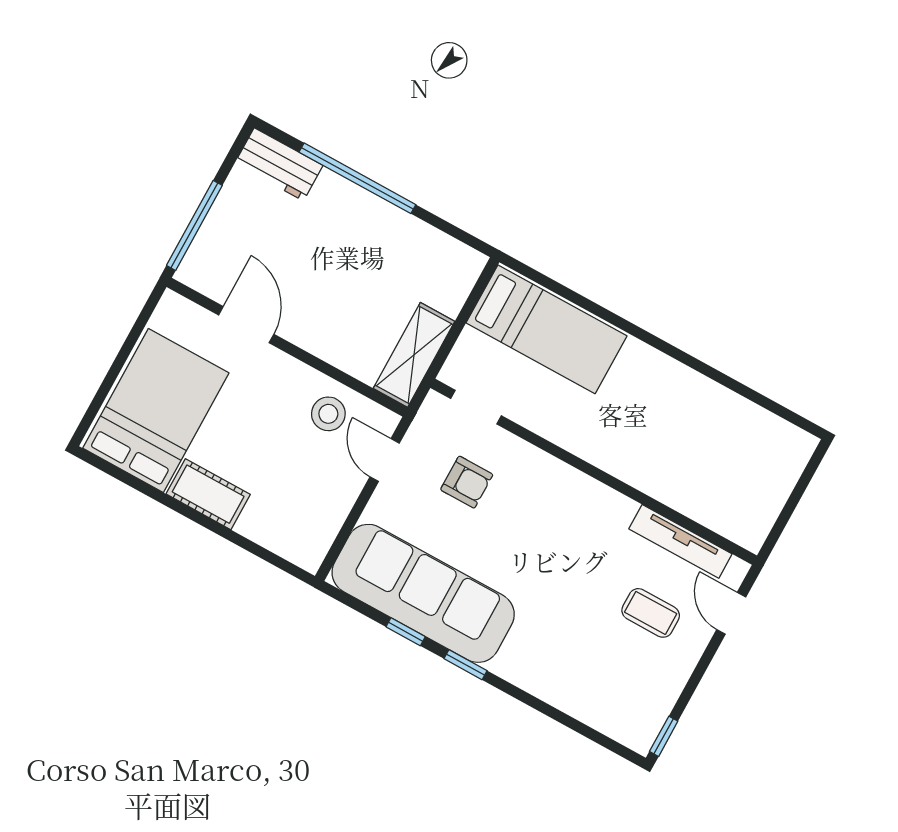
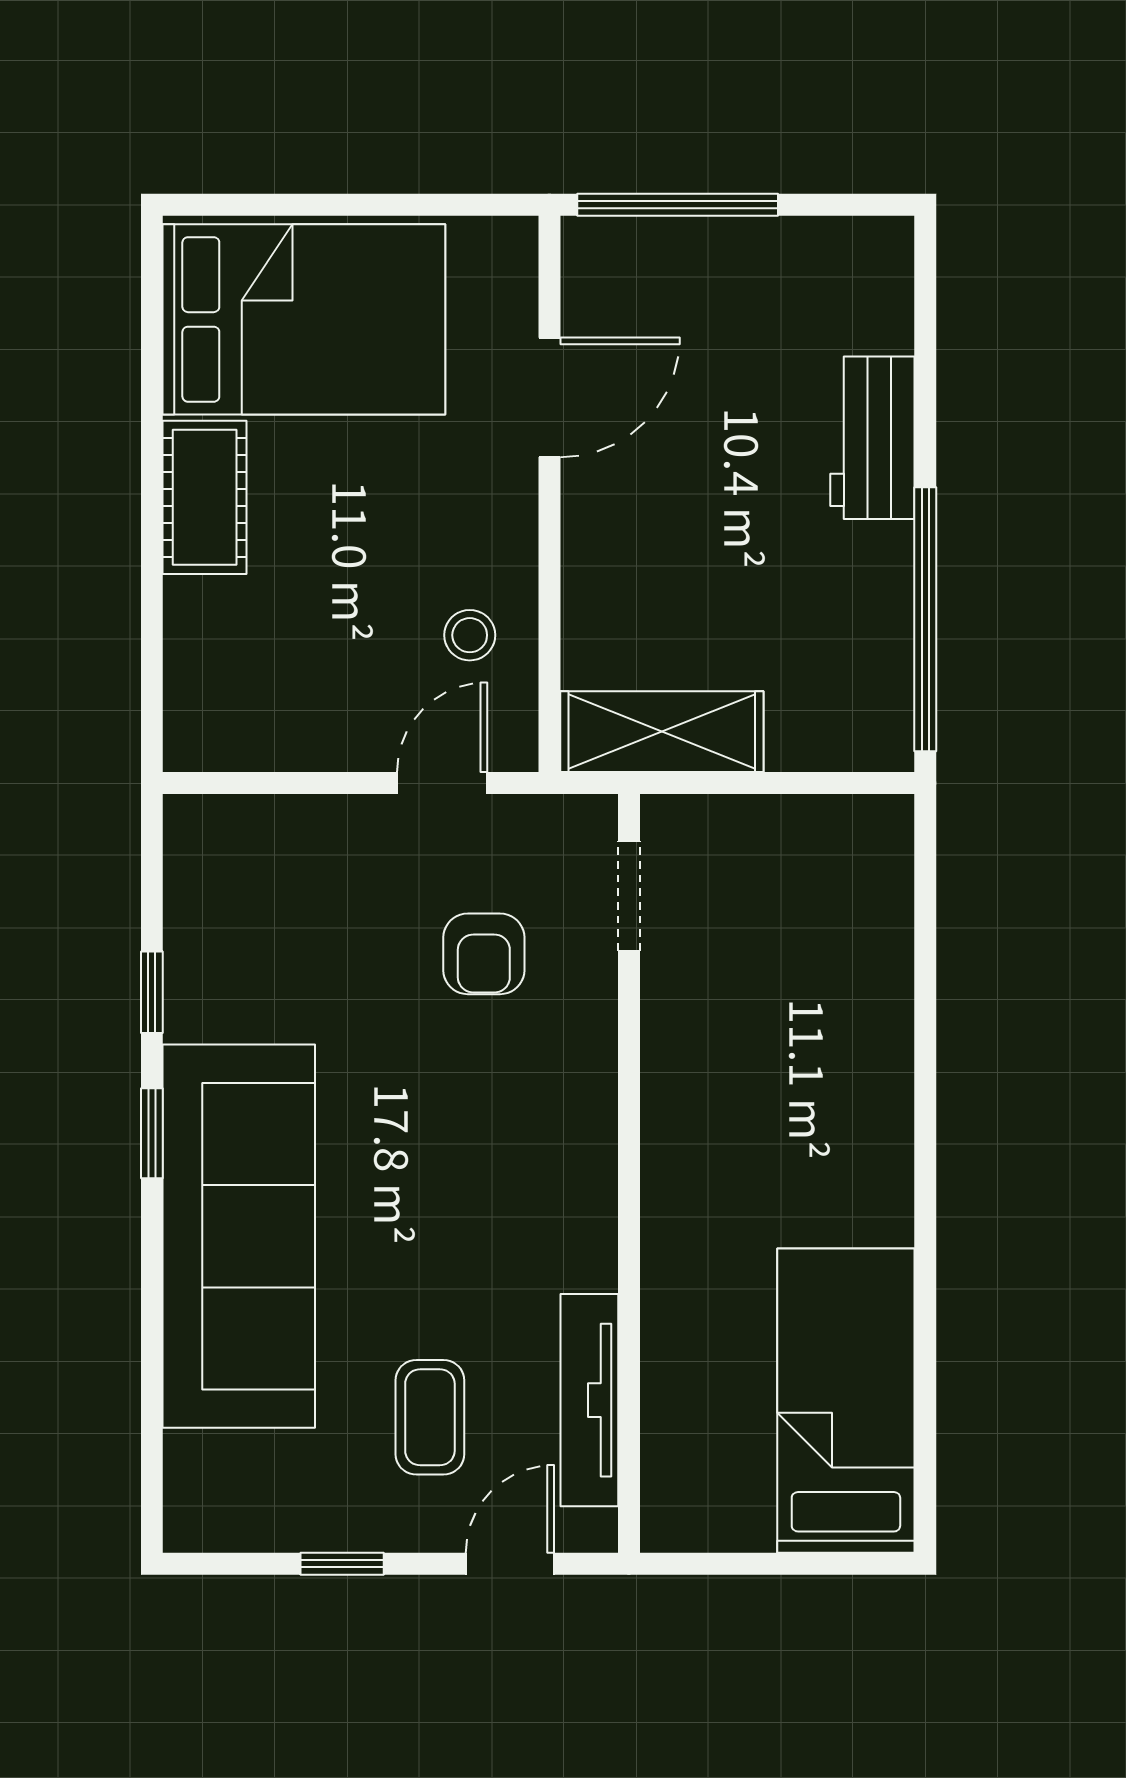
workbench: (279, 164) -> (872, 438), moved
window: (357, 178) -> (925, 619), moved
bed: (546, 329) -> (846, 1401), moved, turned 180
stool: (328, 414) -> (470, 635), width x0.73, depth x0.73
sofa: (423, 593) -> (239, 1236), moved
window: (664, 736) -> (342, 1564), moved

